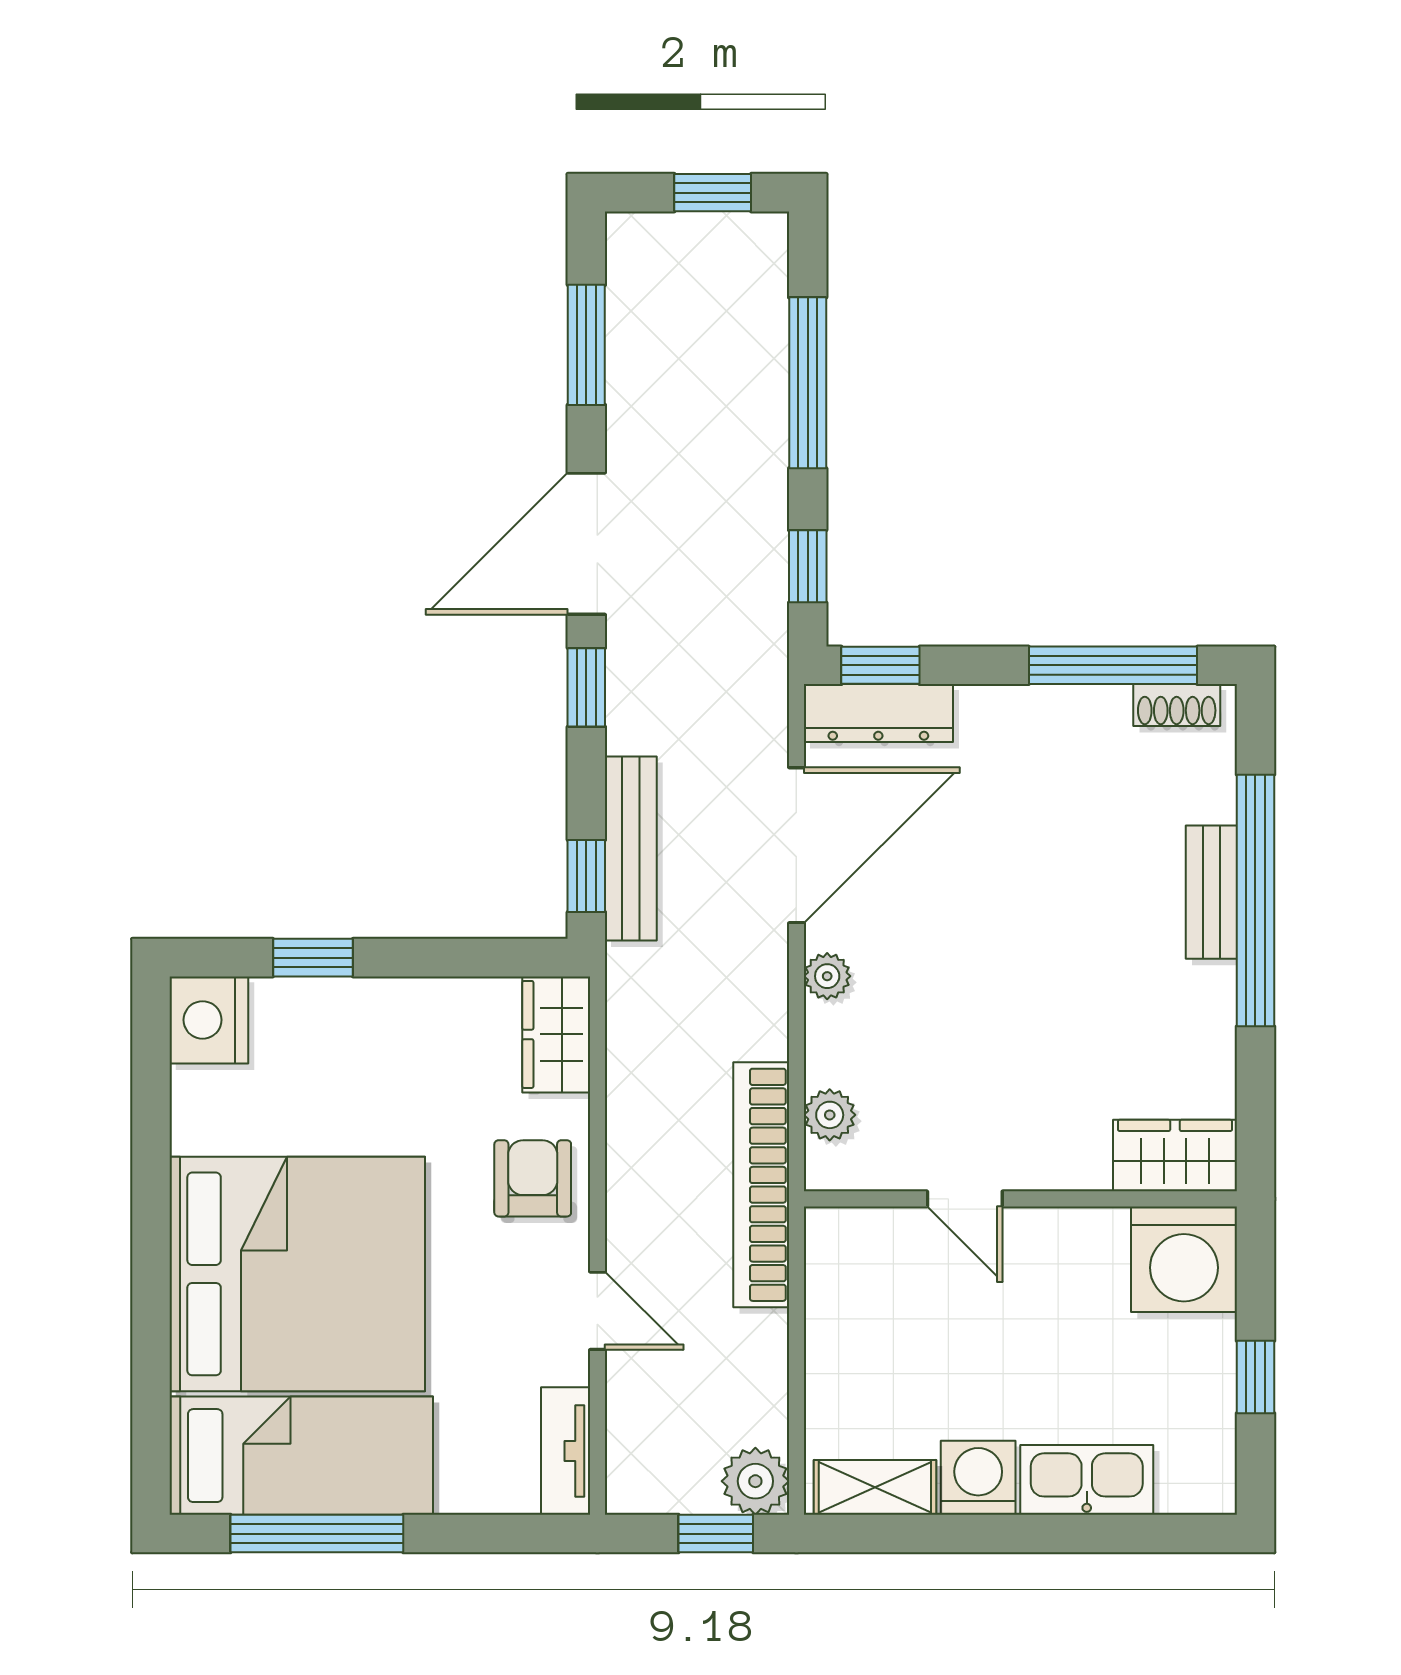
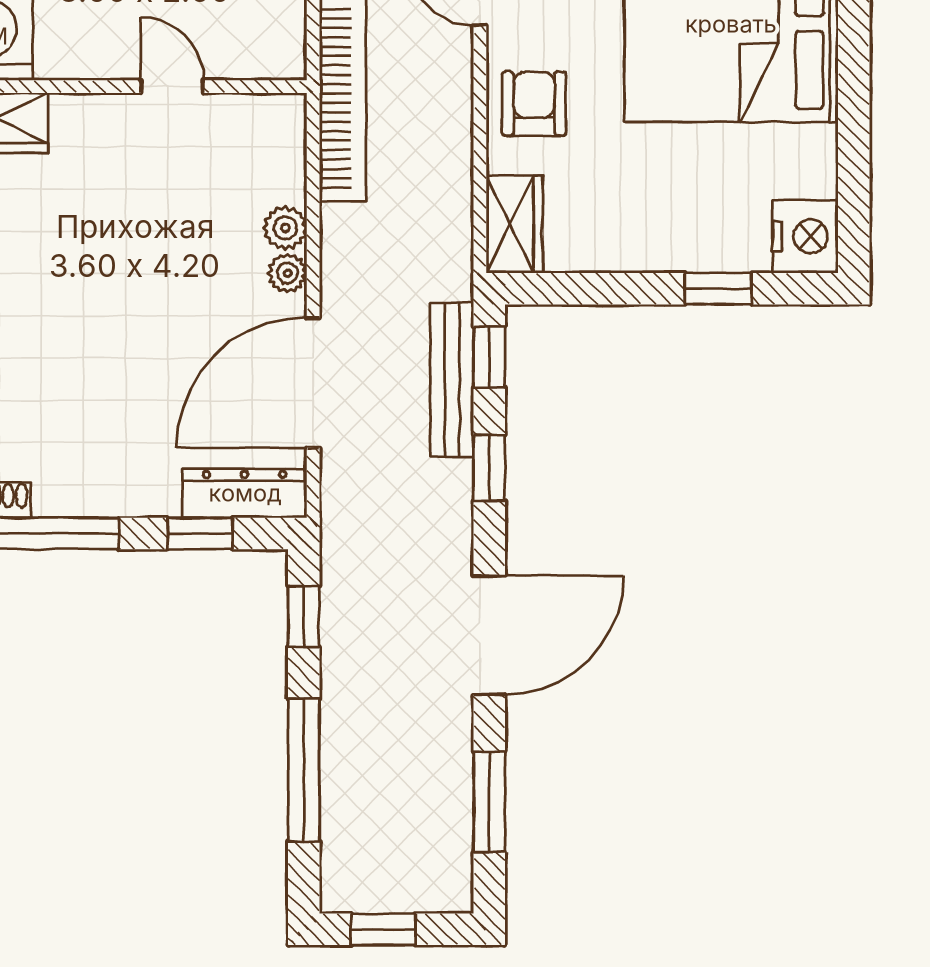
window: (880, 665) -> (200, 533), moved
window: (586, 687) -> (489, 468), moved
plant: (830, 1115) -> (285, 228), moved
armchair: (533, 1178) -> (534, 104), turned 180

